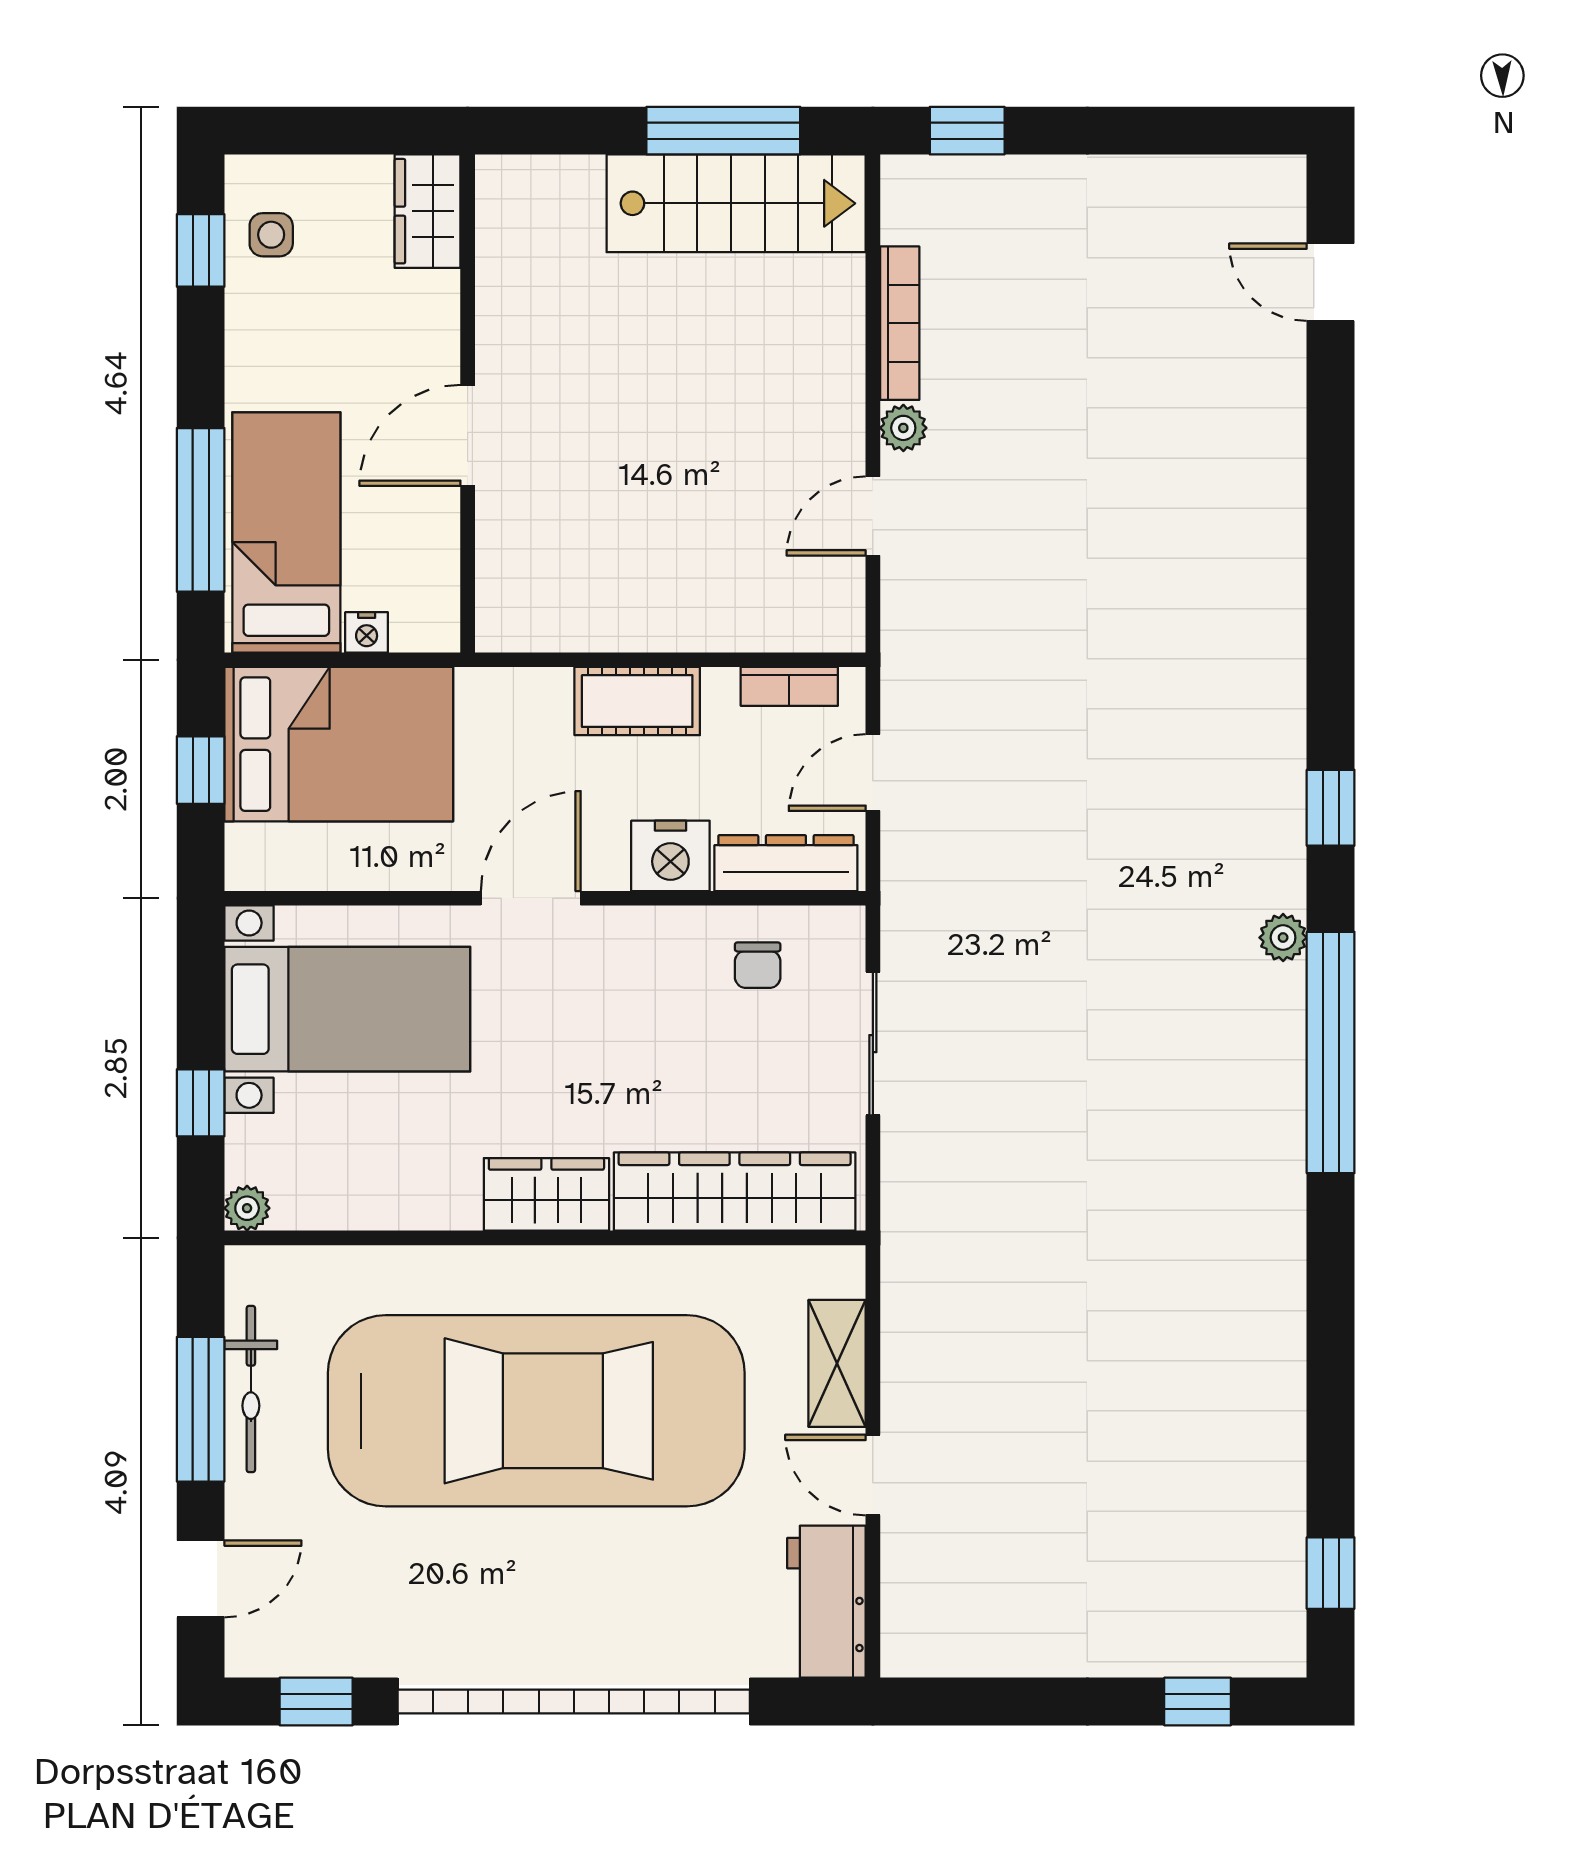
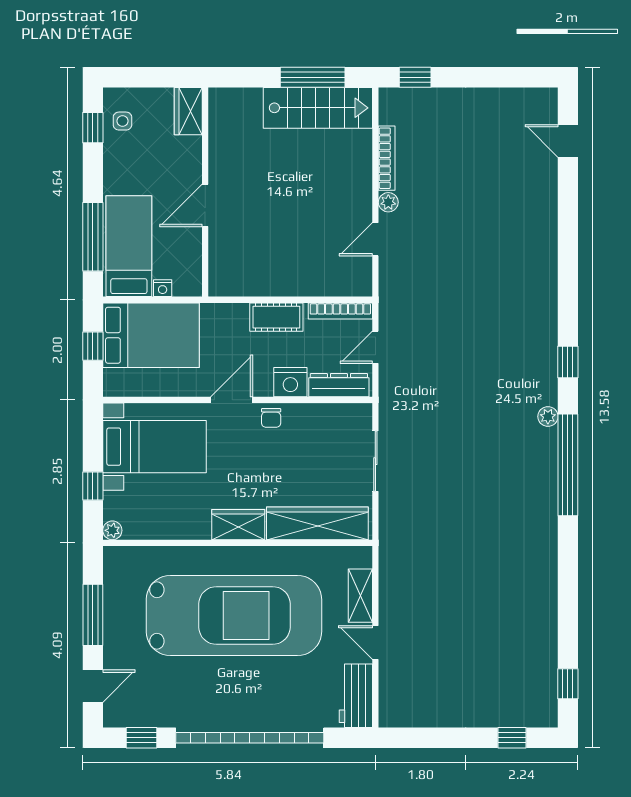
bookcase: (789, 686) -> (340, 311), width x1.56
chair: (758, 965) -> (271, 418), moved
bicycle: (251, 1389) -> (114, 606), removed

